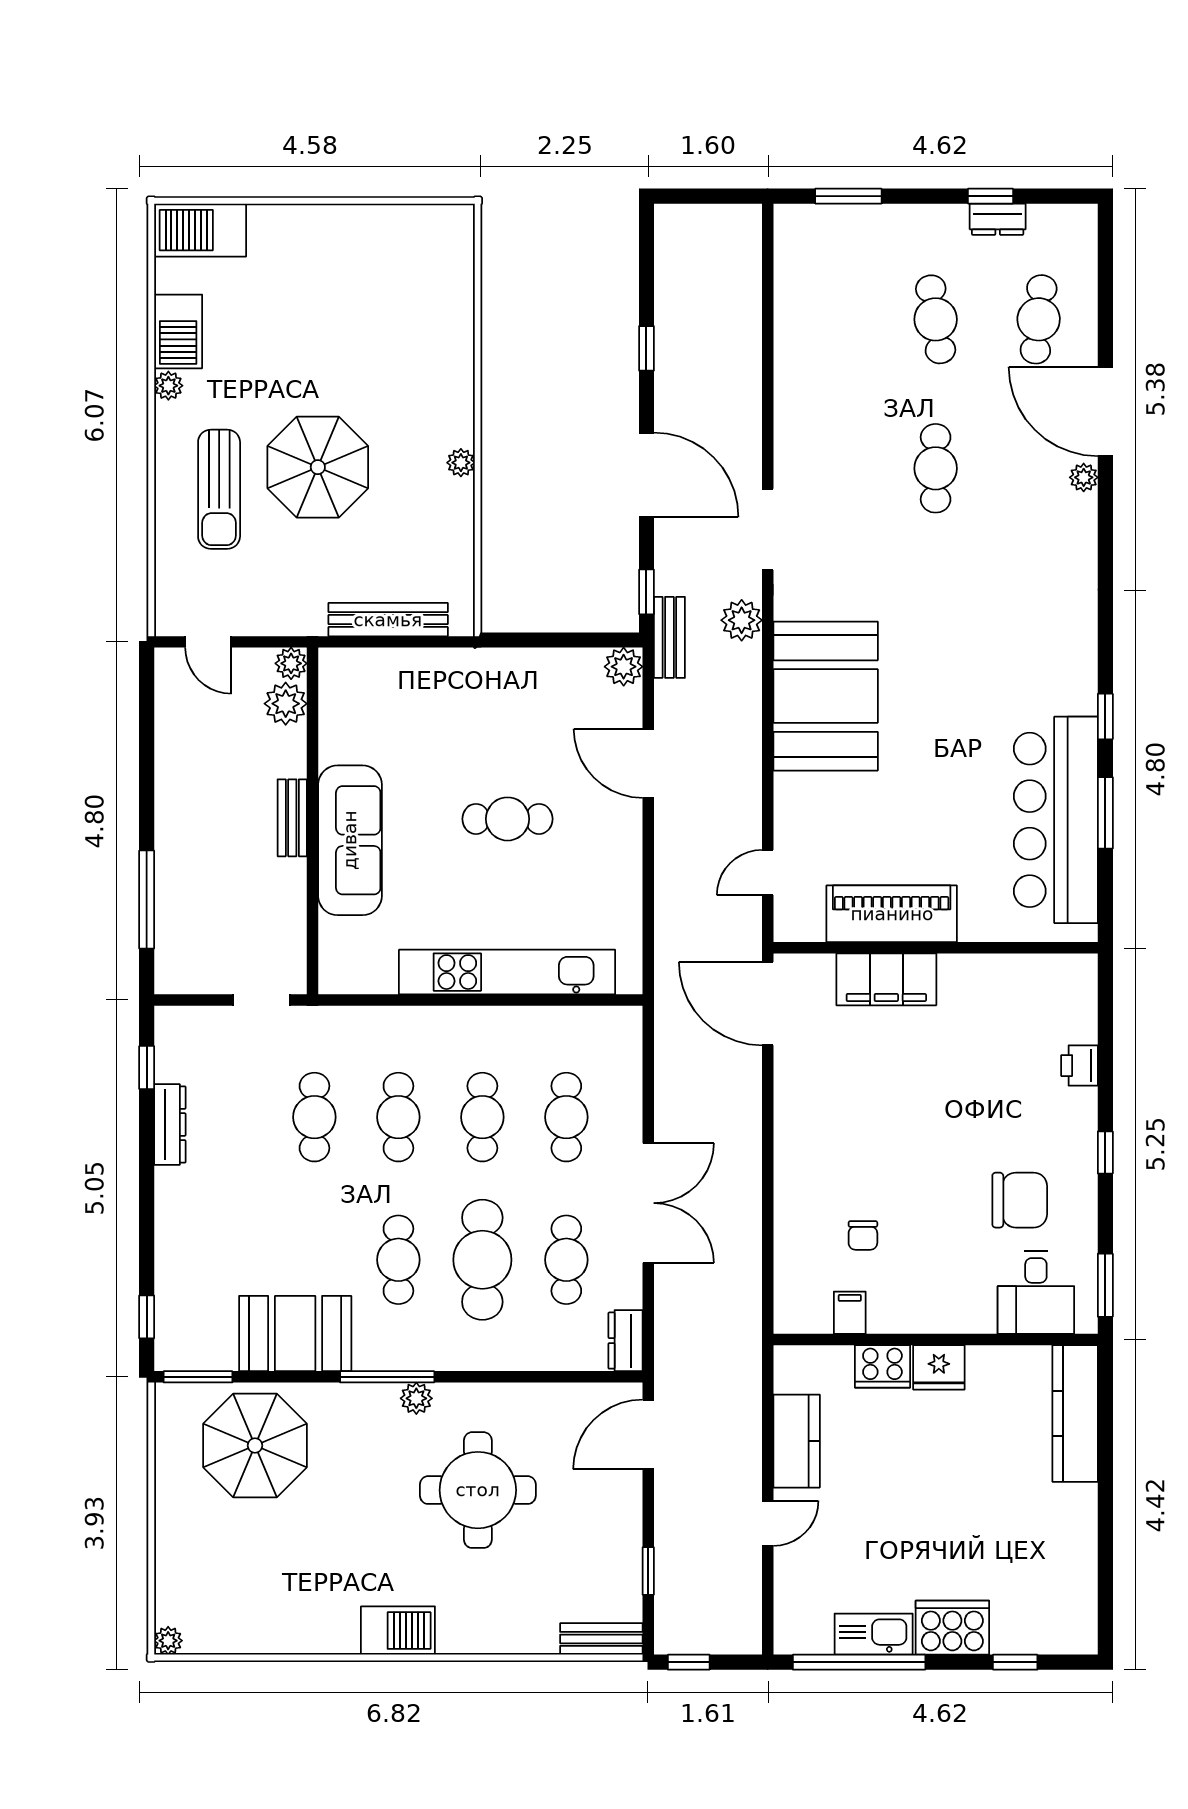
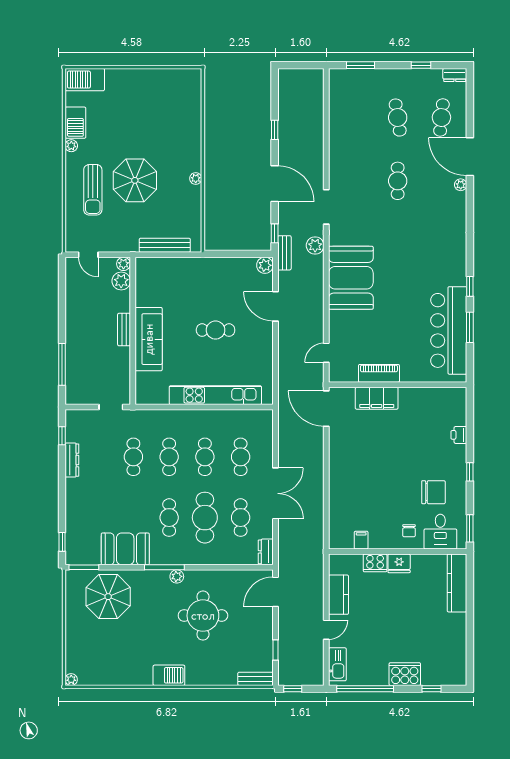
dresser: (998, 219) -> (455, 75), moved
piano: (892, 914) -> (379, 373), width x0.73, depth x0.75
chair: (863, 1235) -> (409, 531), moved
kitchen sink: (874, 1634) -> (337, 664), moved, turned 90

